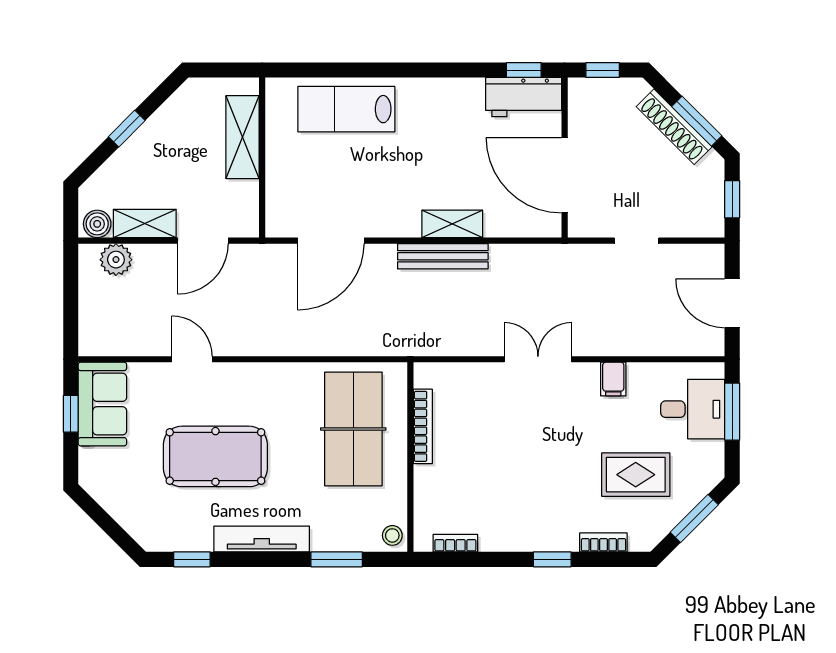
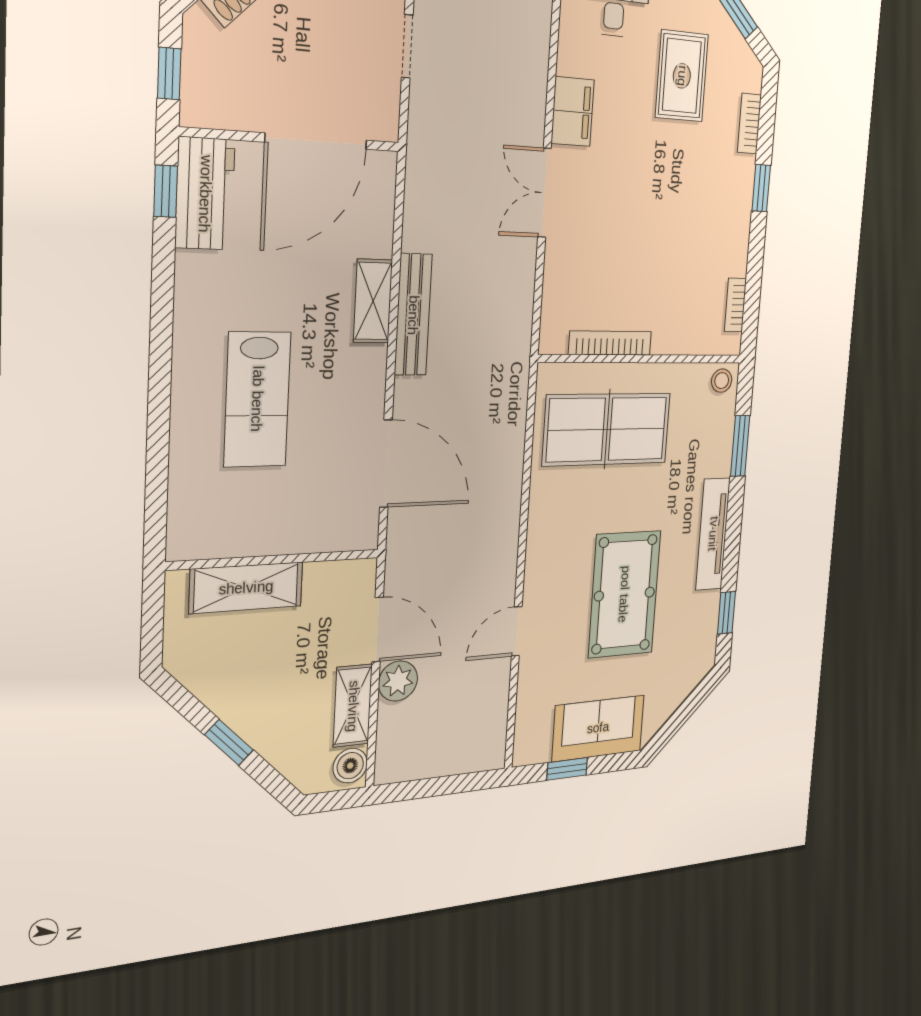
lab bench: (346, 109) -> (257, 399), moved
plant: (116, 260) -> (398, 681), moved
filing cabinet: (613, 379) -> (573, 112), width x2.00
sofa: (102, 404) -> (598, 728), moved

